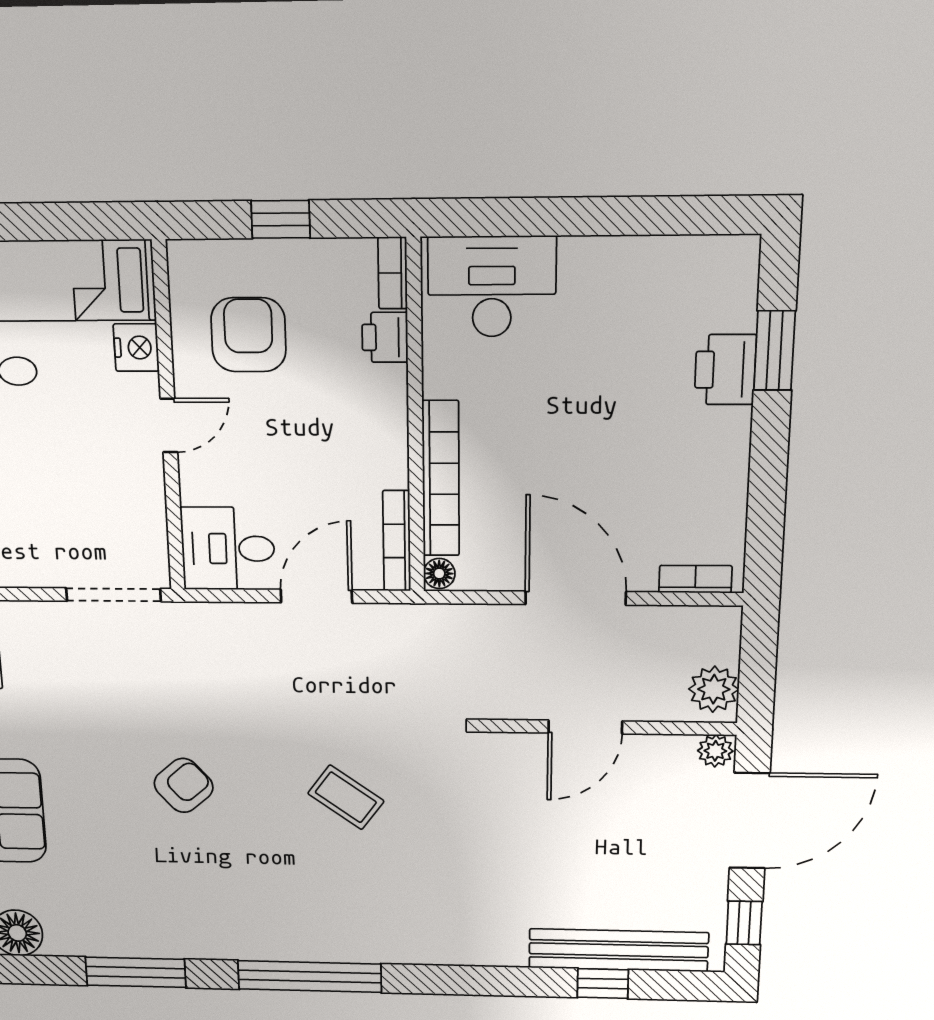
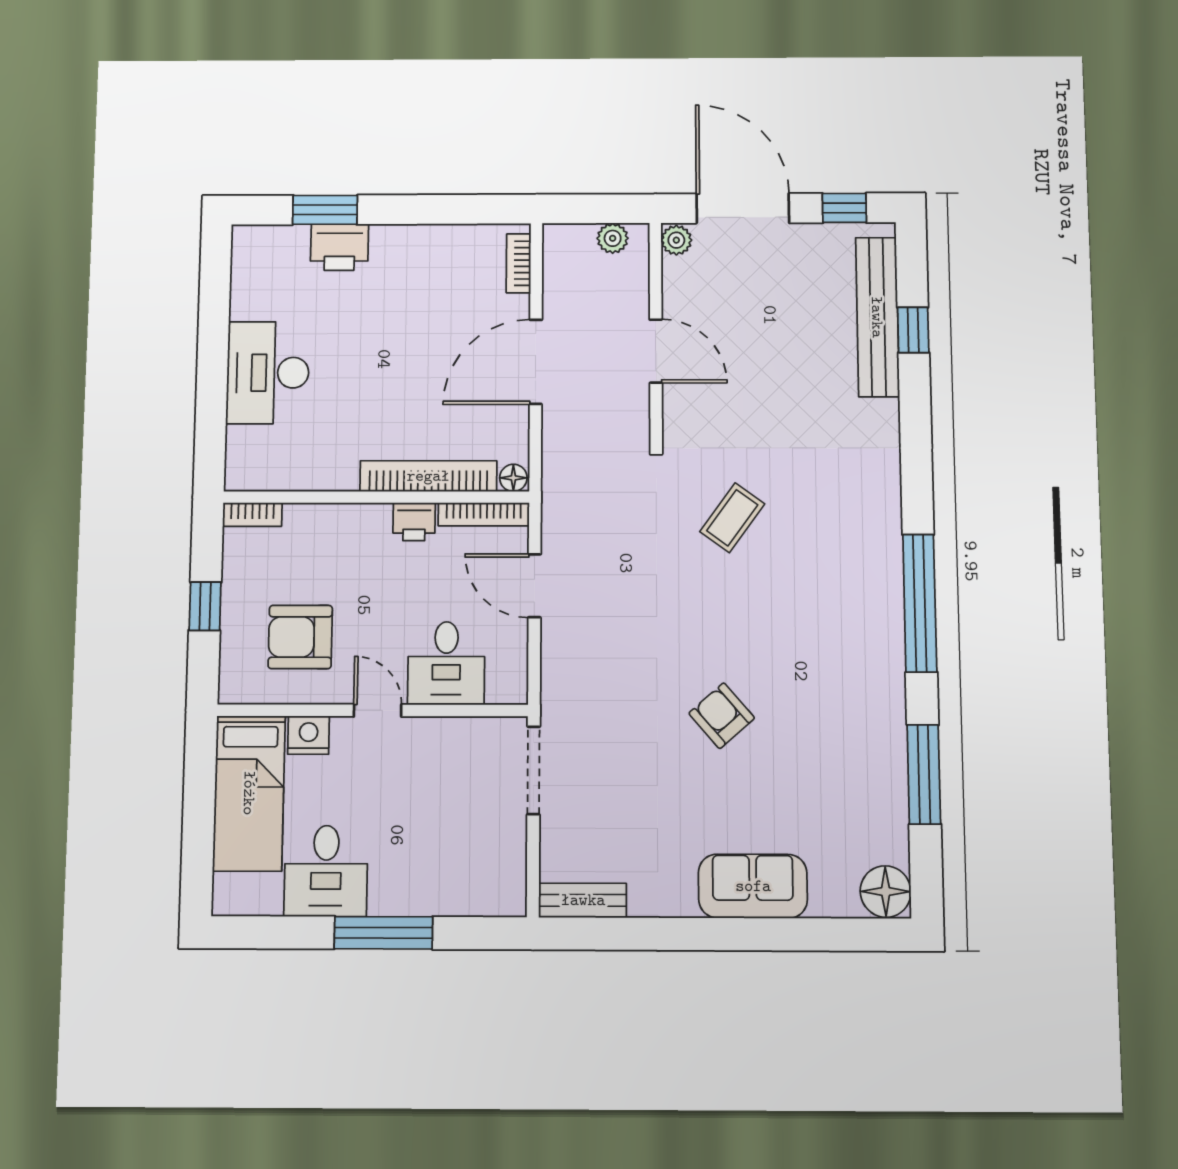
desk: (492, 287) -> (268, 373), moved
printer: (385, 337) -> (414, 522), moved
desk: (228, 549) -> (446, 663), moved
plant: (714, 689) -> (613, 238), width x0.73, depth x0.73
coffee table: (346, 797) -> (732, 518), moved

